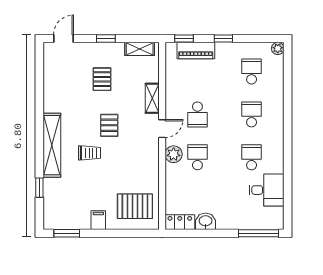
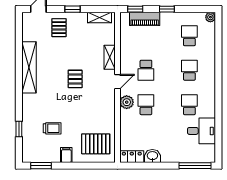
pallet: (102, 79) -> (59, 28), moved
shelving: (52, 145) -> (29, 67), moved
trolley: (90, 153) -> (52, 128), moved

